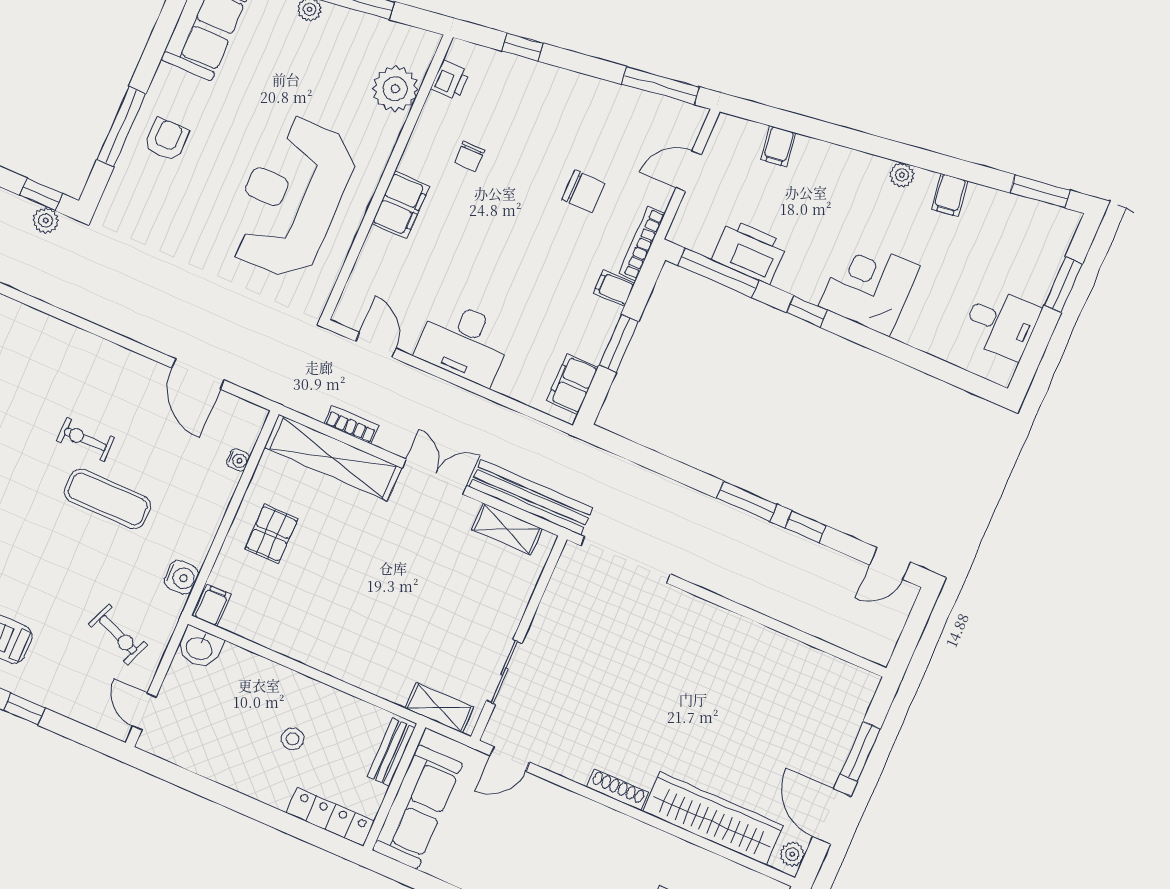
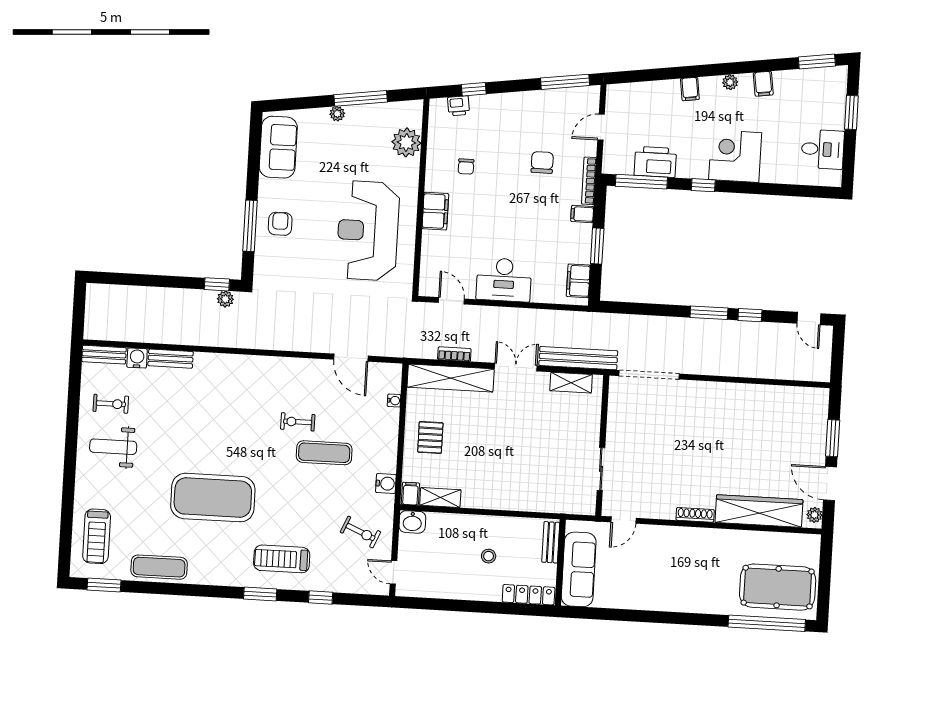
printer: (450, 80) -> (459, 106), moved, turned 82
filing cabinet: (778, 146) -> (690, 89), moved
chair: (583, 191) -> (542, 162), turned -90
door: (890, 563) -> (809, 318), hinge flipped
shelving: (439, 708) -> (440, 498), moved

